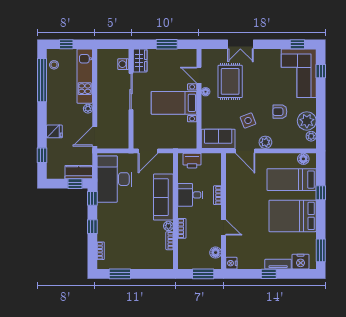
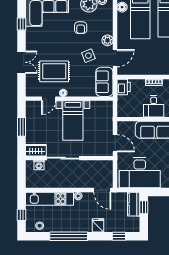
window: (297, 44) -> (22, 24), moved
window: (42, 80) -> (69, 236), moved
printer: (192, 161) -> (124, 87), moved
window: (92, 198) -> (157, 192), removed

